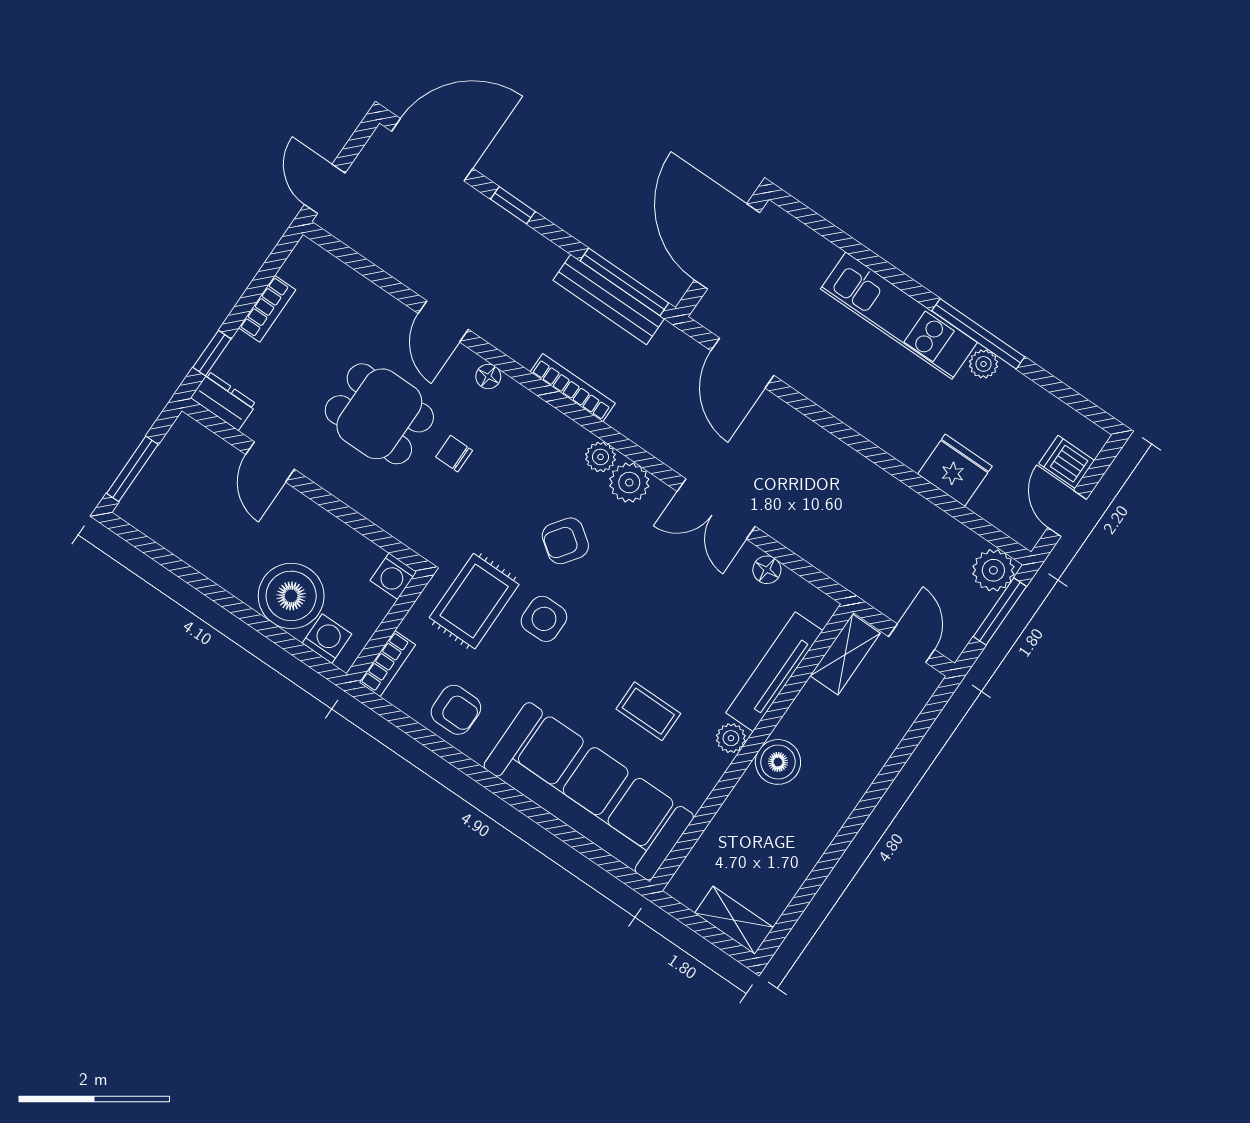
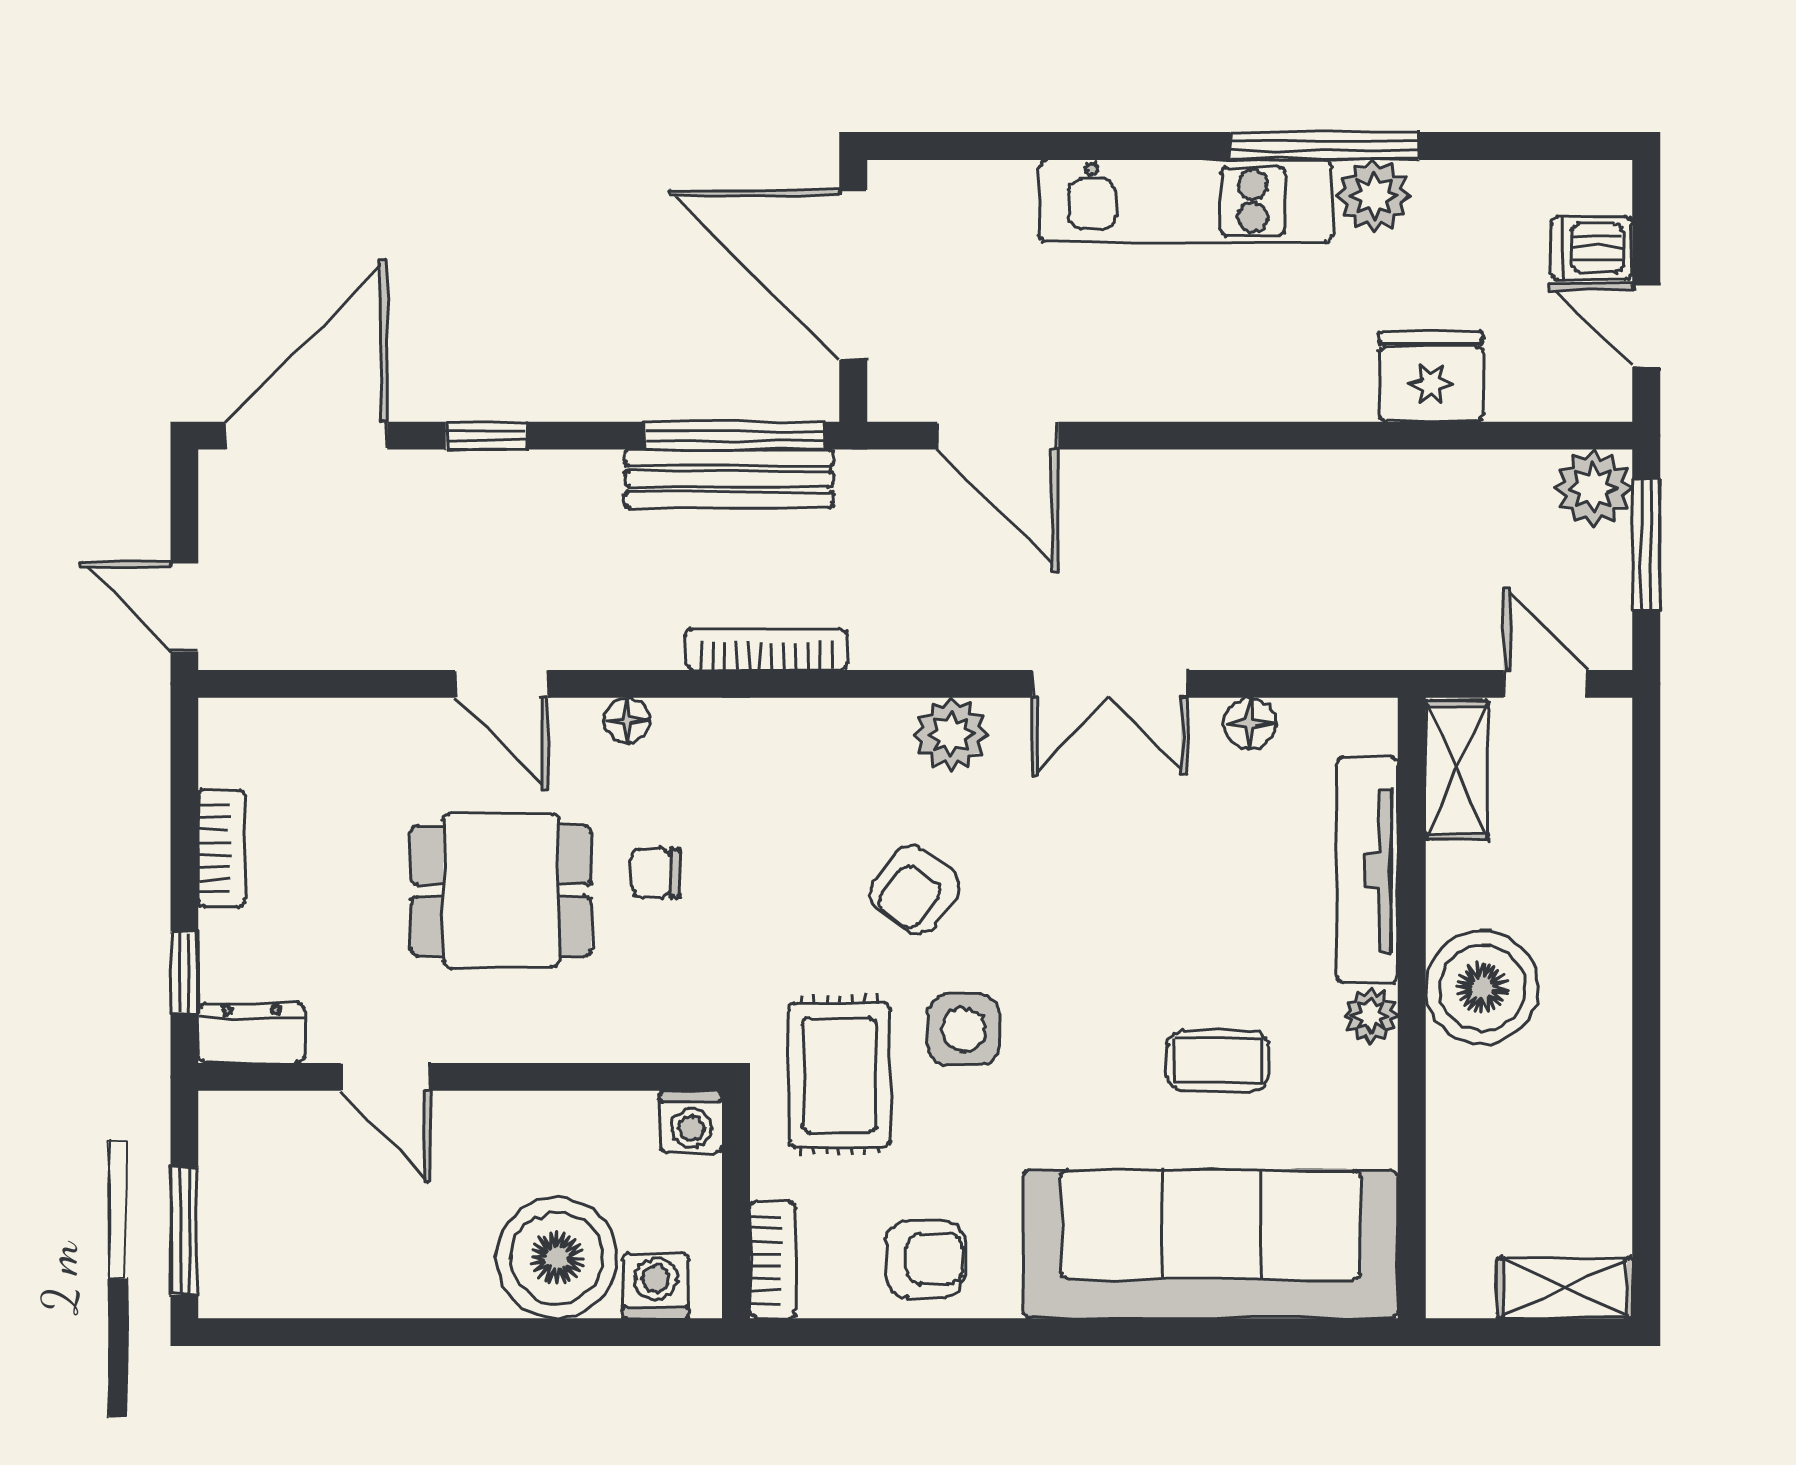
plant: (984, 364) -> (1374, 196), width x1.38, depth x1.38
plant: (600, 457) -> (881, 726), removed
boiler: (778, 762) -> (1482, 988), width x1.37, depth x1.37

